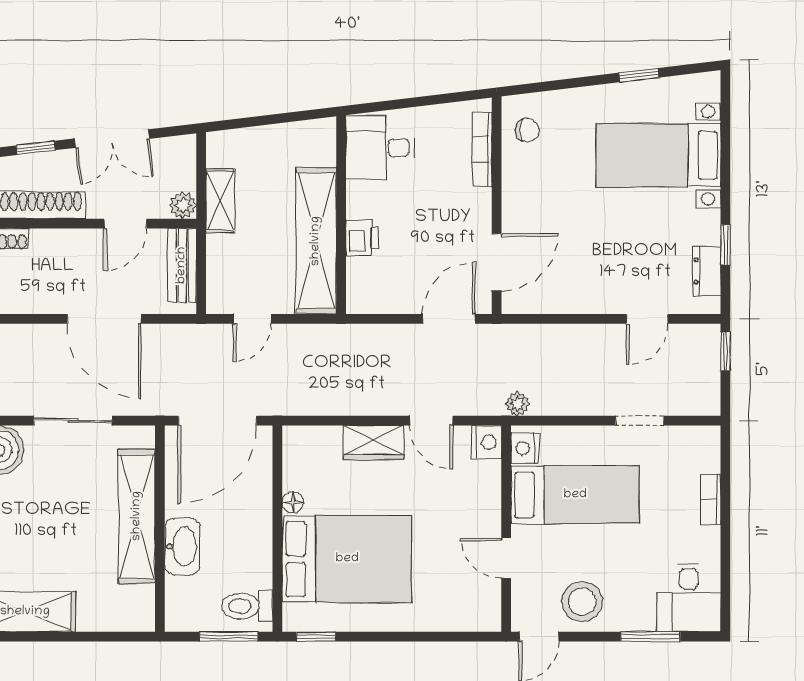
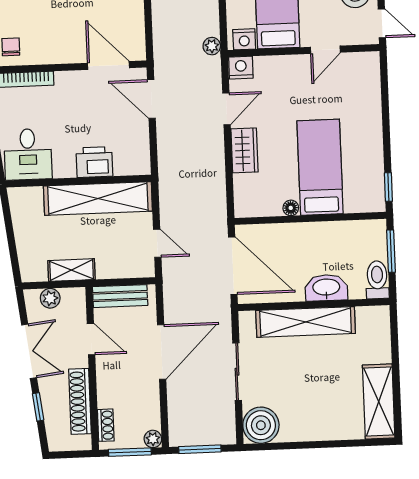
plant: (183, 205) -> (50, 298), moved
printer: (362, 238) -> (94, 162), width x1.36, depth x1.24
bed: (347, 559) -> (320, 167), width x0.67
toilet: (247, 606) -> (377, 280), moved, turned 180

